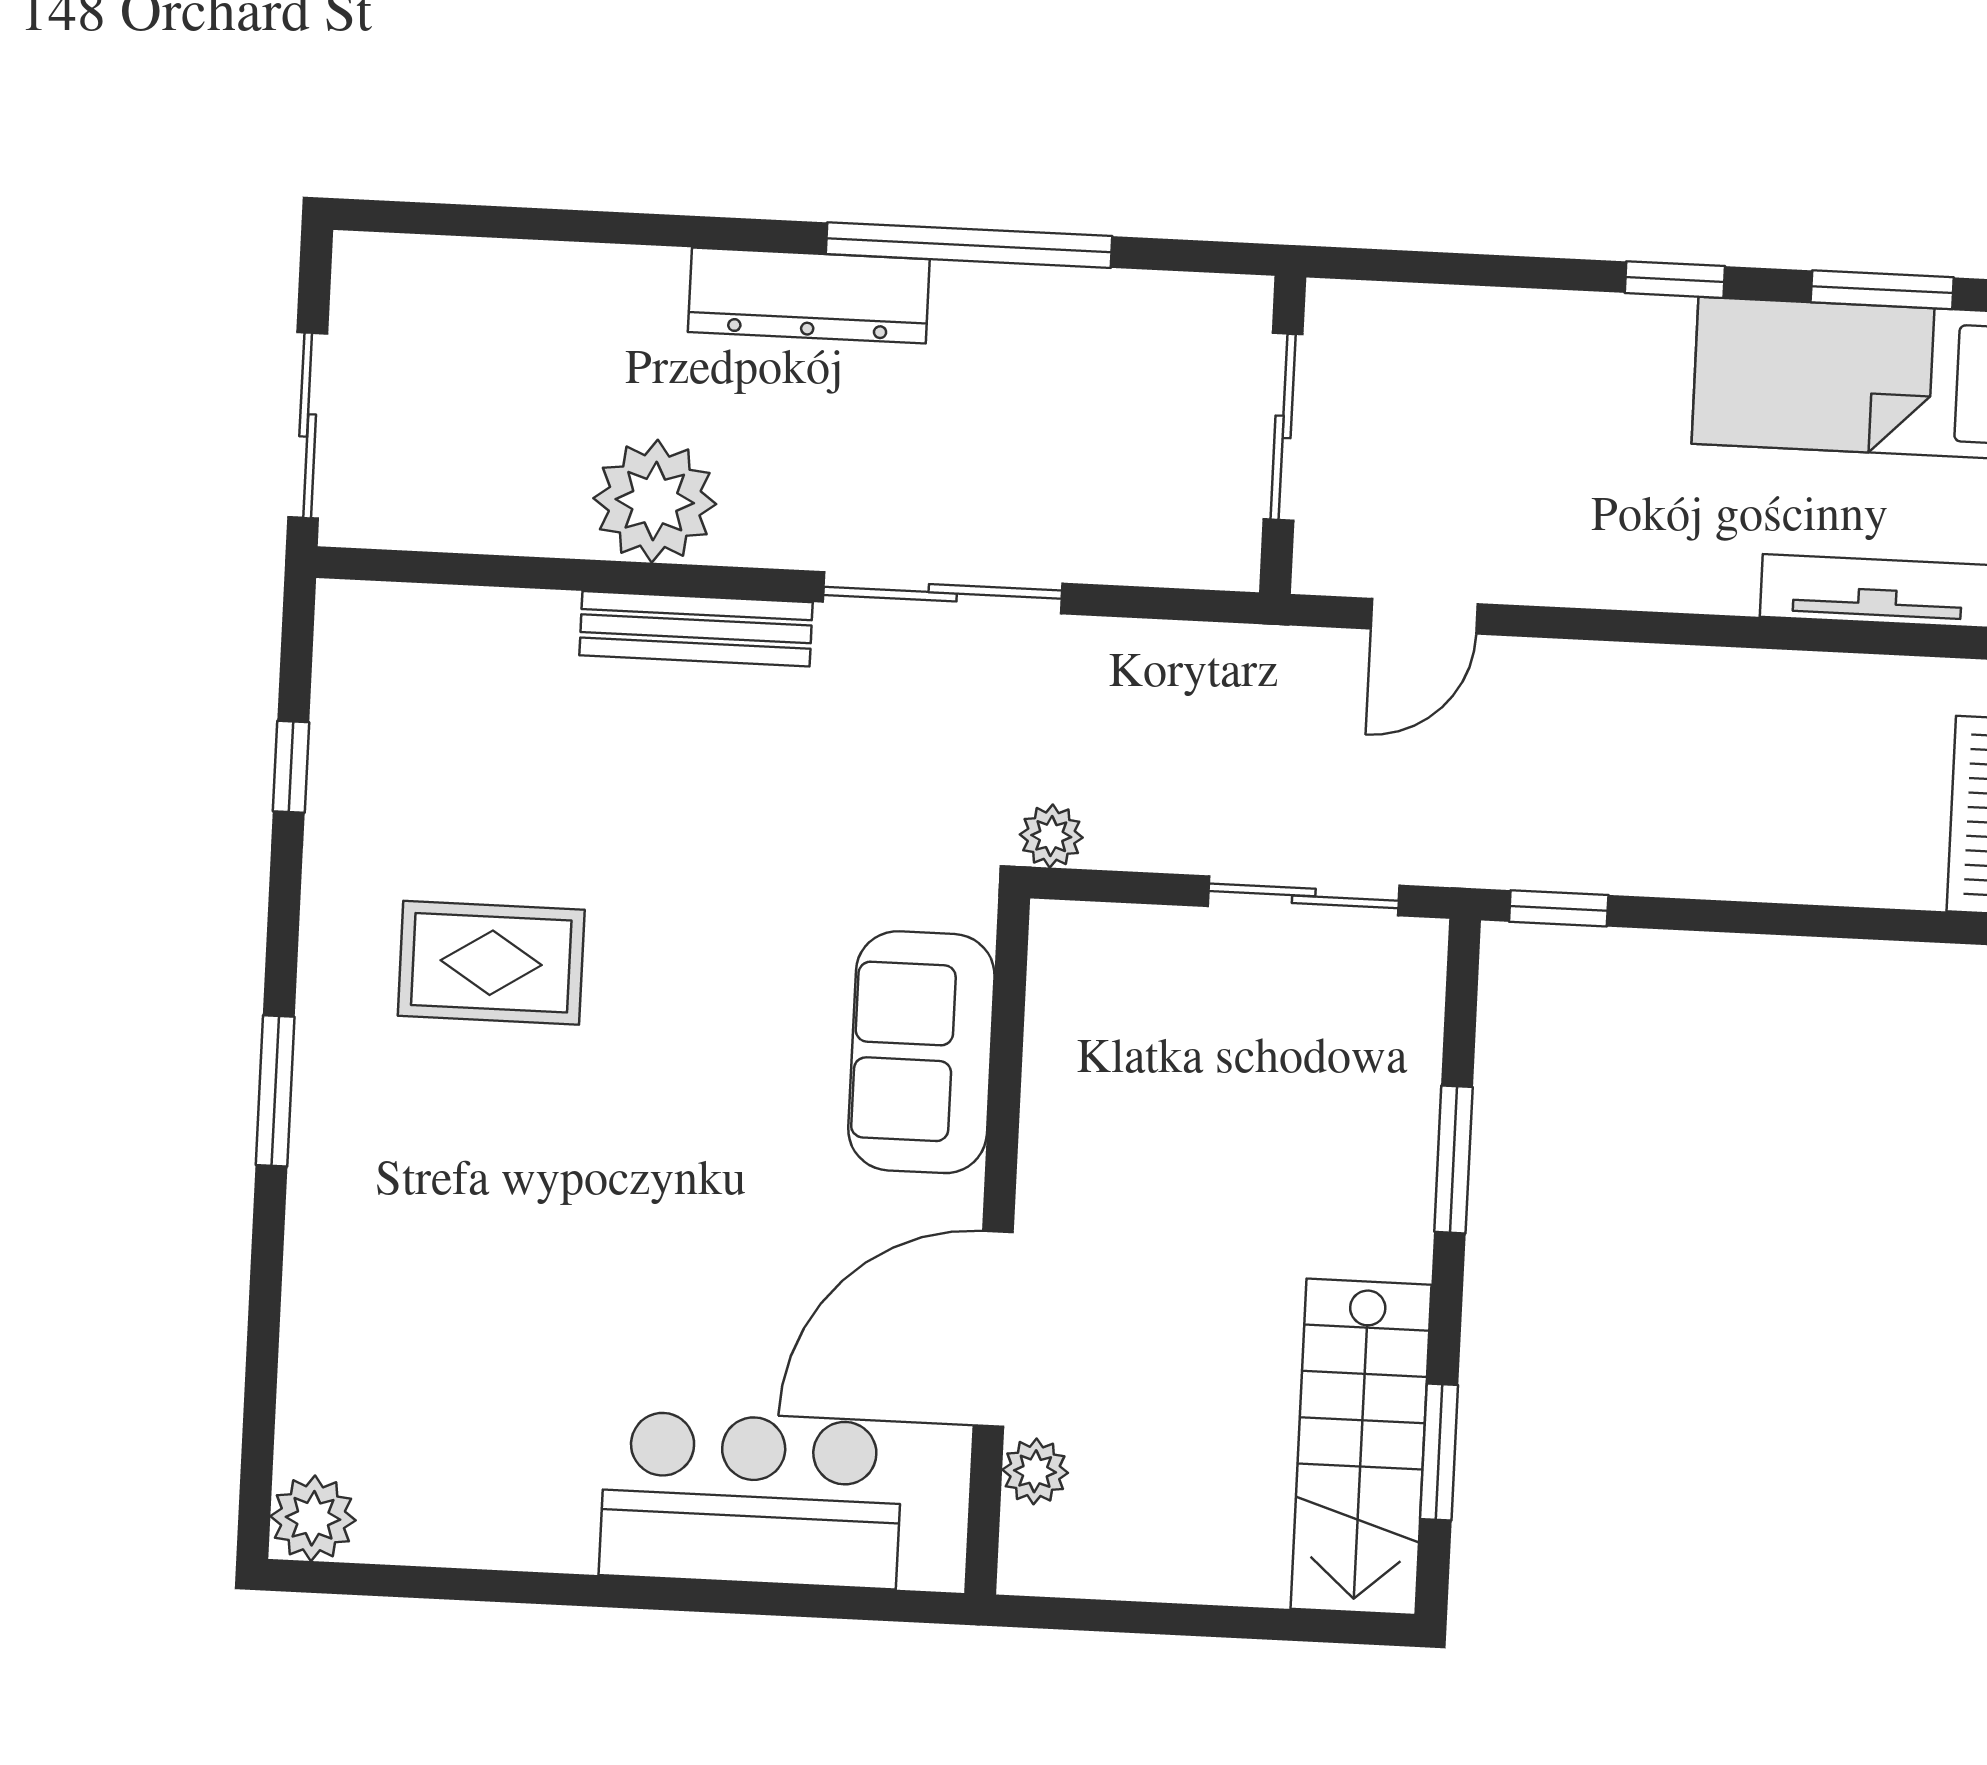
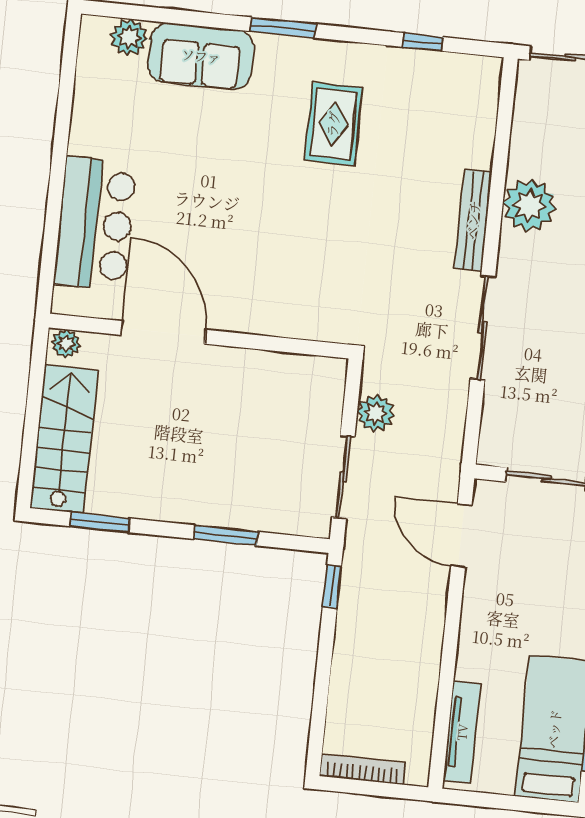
door: (1424, 616) -> (461, 535), width x1.38
plant: (1051, 836) -> (376, 413), moved, width x1.38, depth x1.38
sofa: (921, 1052) -> (201, 56), moved, turned 180
stairs: (1361, 1447) -> (64, 439), moved, turned 90
plant: (1035, 1471) -> (66, 344), moved
plant: (313, 1518) -> (129, 37), moved

